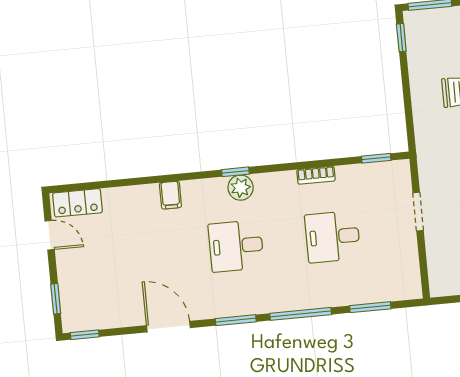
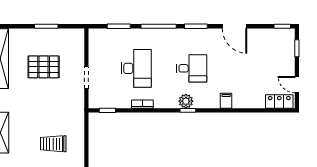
desk: (333, 237) -> (136, 68), width x1.37

